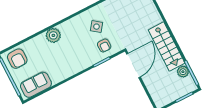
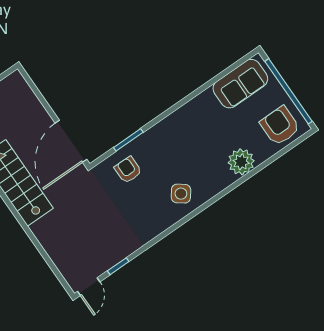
side table: (96, 27) -> (181, 194), moved
plant: (53, 35) -> (241, 162), moved

